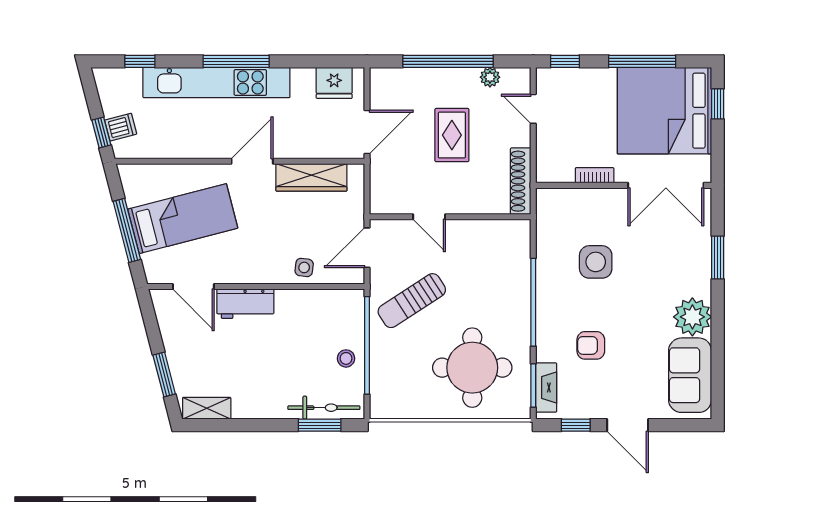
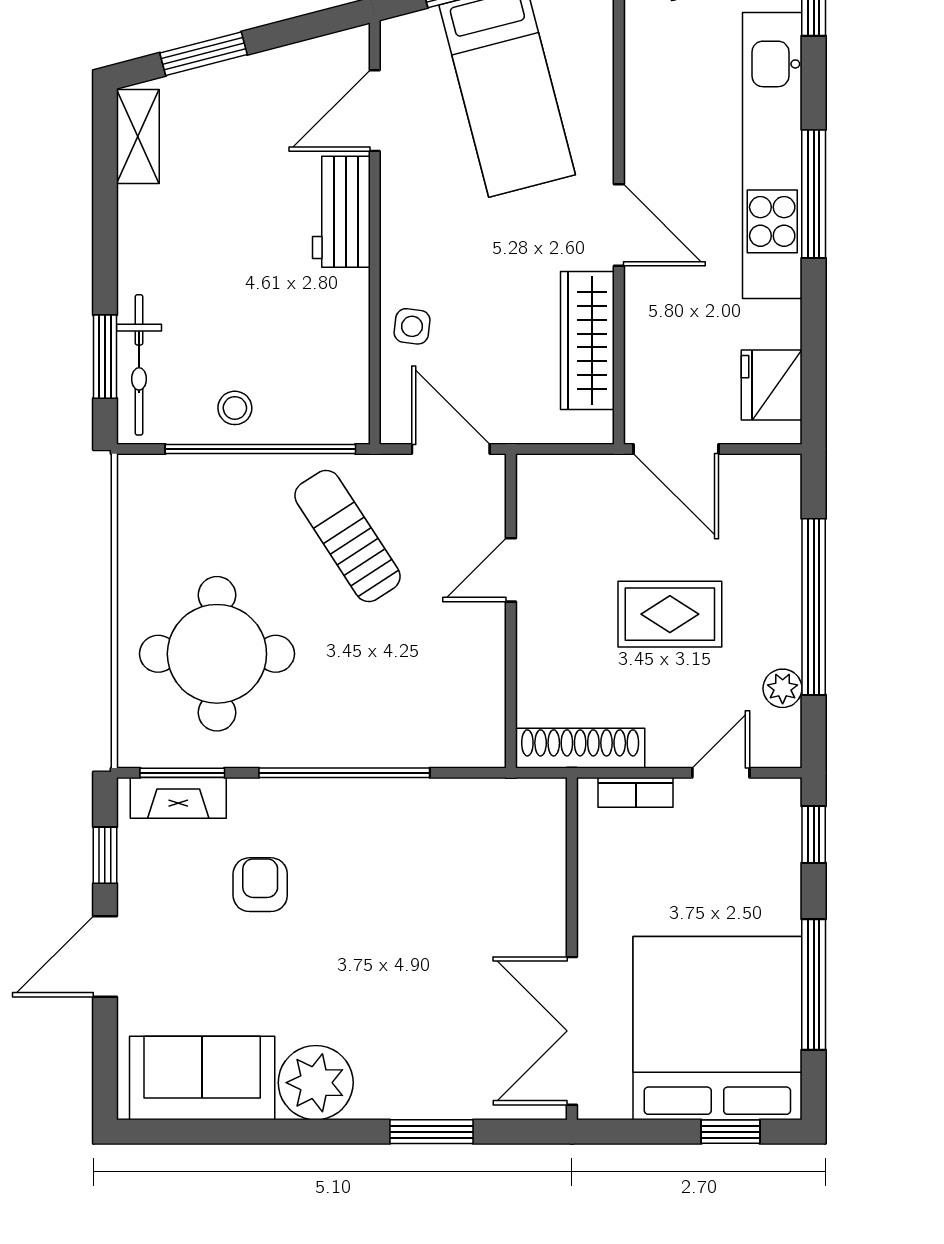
bookcase: (595, 175) -> (636, 792), moved, turned 90
side table: (596, 262) -> (423, 894), removed

